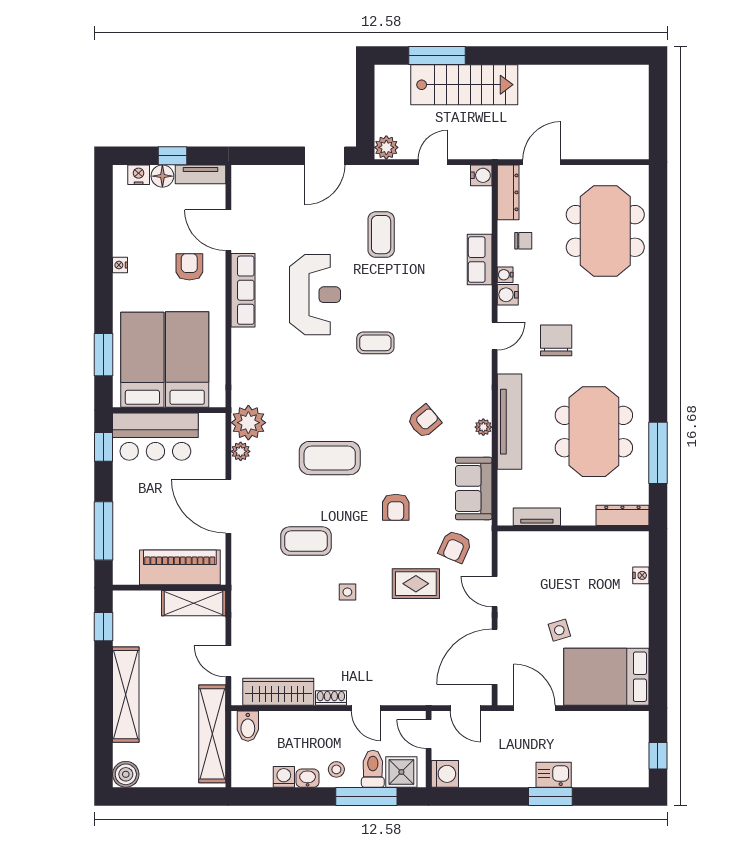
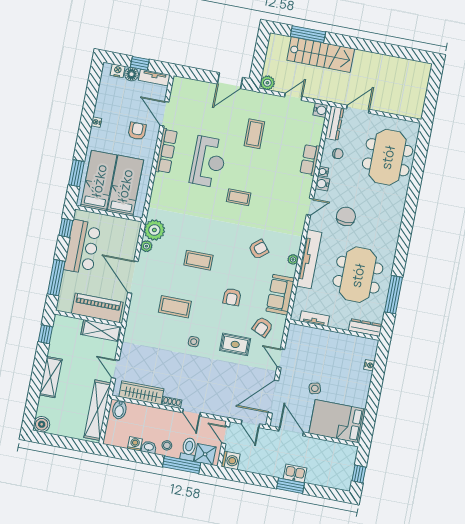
bar counter: (155, 437) -> (82, 247), moved, turned -90
coffee table: (330, 458) -> (198, 260), width x0.73, depth x0.76
shelving: (126, 695) -> (51, 377), width x0.68

